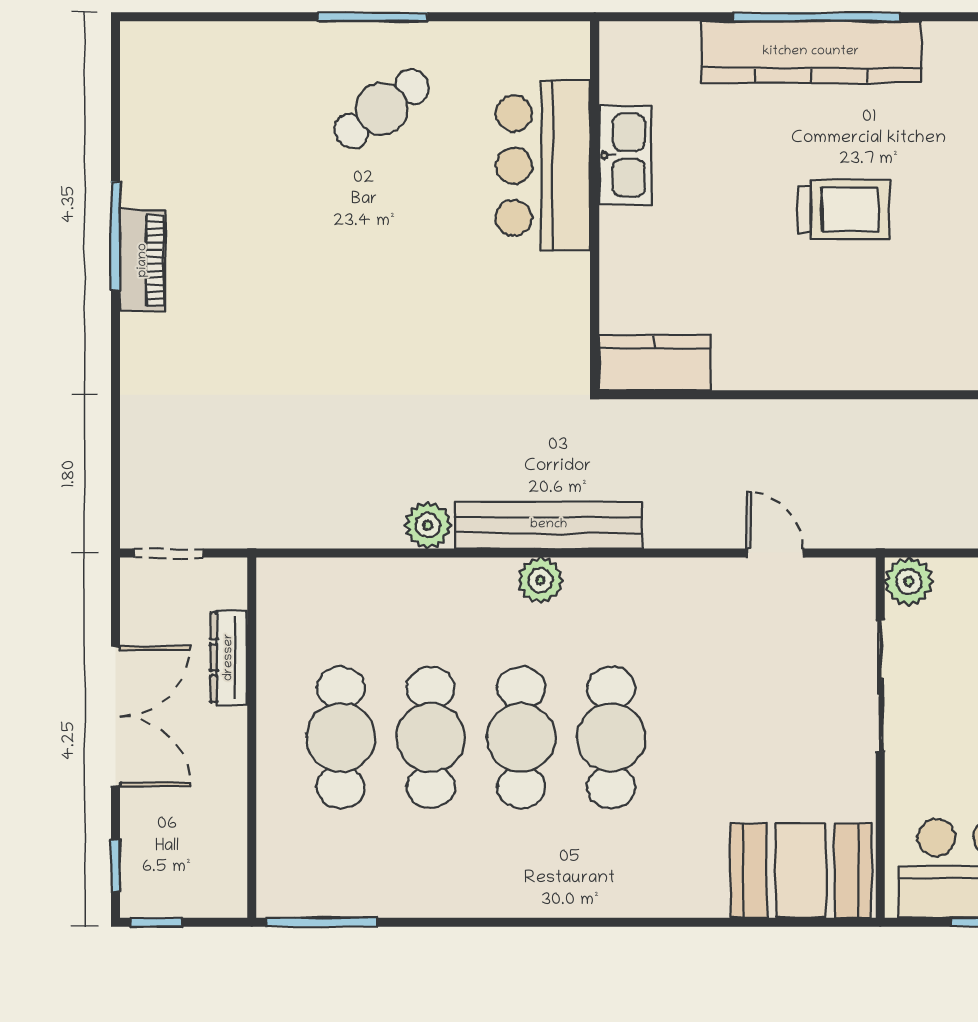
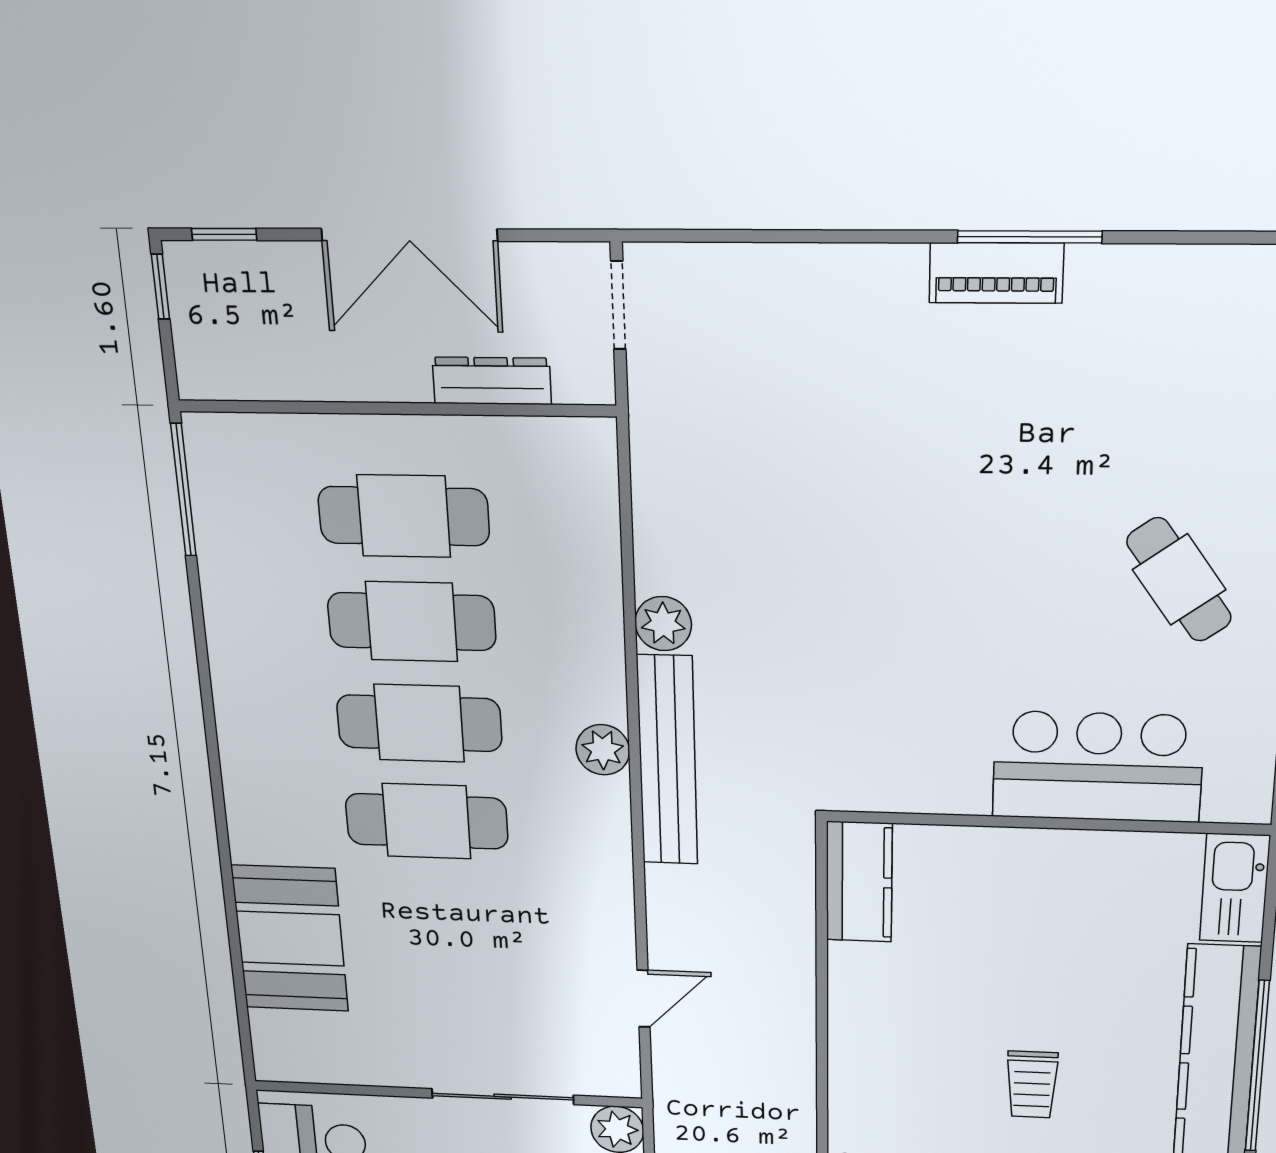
kitchen sink: (625, 155) -> (1235, 888), moved, turned 90
trolley: (844, 210) -> (1032, 1084), width x0.73, depth x0.72
booth: (801, 871) -> (290, 939), moved

